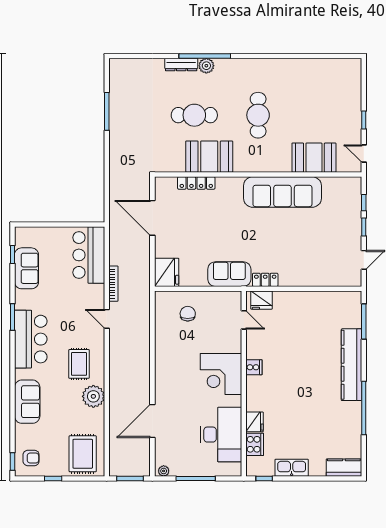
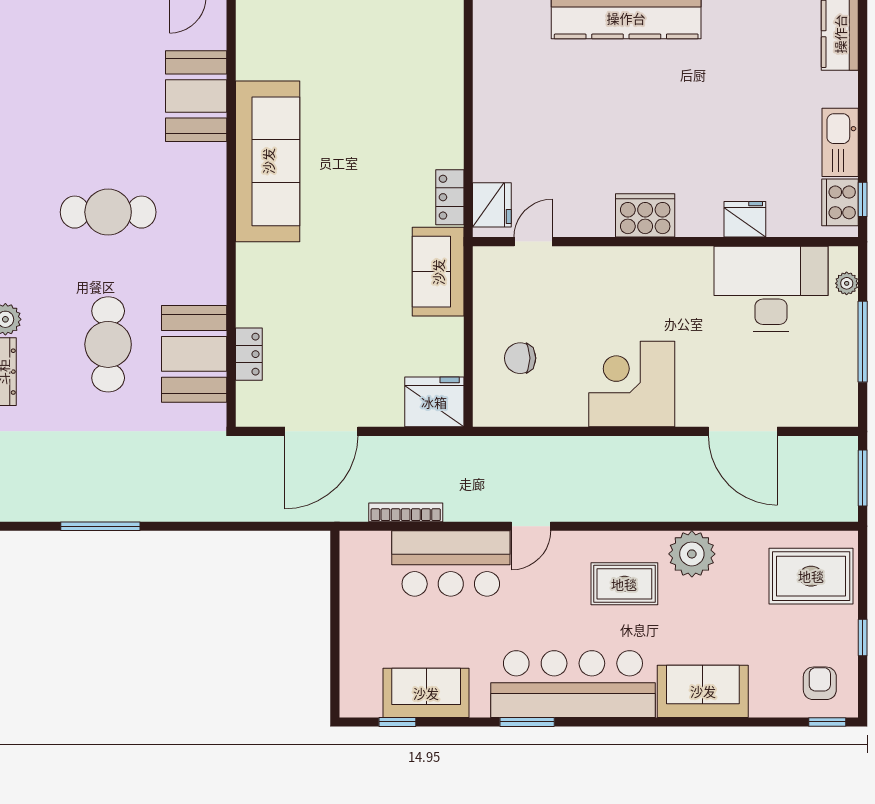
booth: (209, 157) -> (194, 354), moved
locker: (196, 183) -> (249, 354), width x0.66
bar counter: (89, 255) -> (451, 564), moved
bookcase: (113, 284) -> (406, 512), moved
bar counter: (31, 339) -> (573, 684), width x1.36
cooker: (254, 367) -> (645, 215), width x1.87, depth x1.31
corner desk: (221, 374) -> (632, 384), moved, turned 180
cooker: (255, 444) -> (840, 202), moved, turned -90
plant: (164, 471) -> (847, 283), moved

